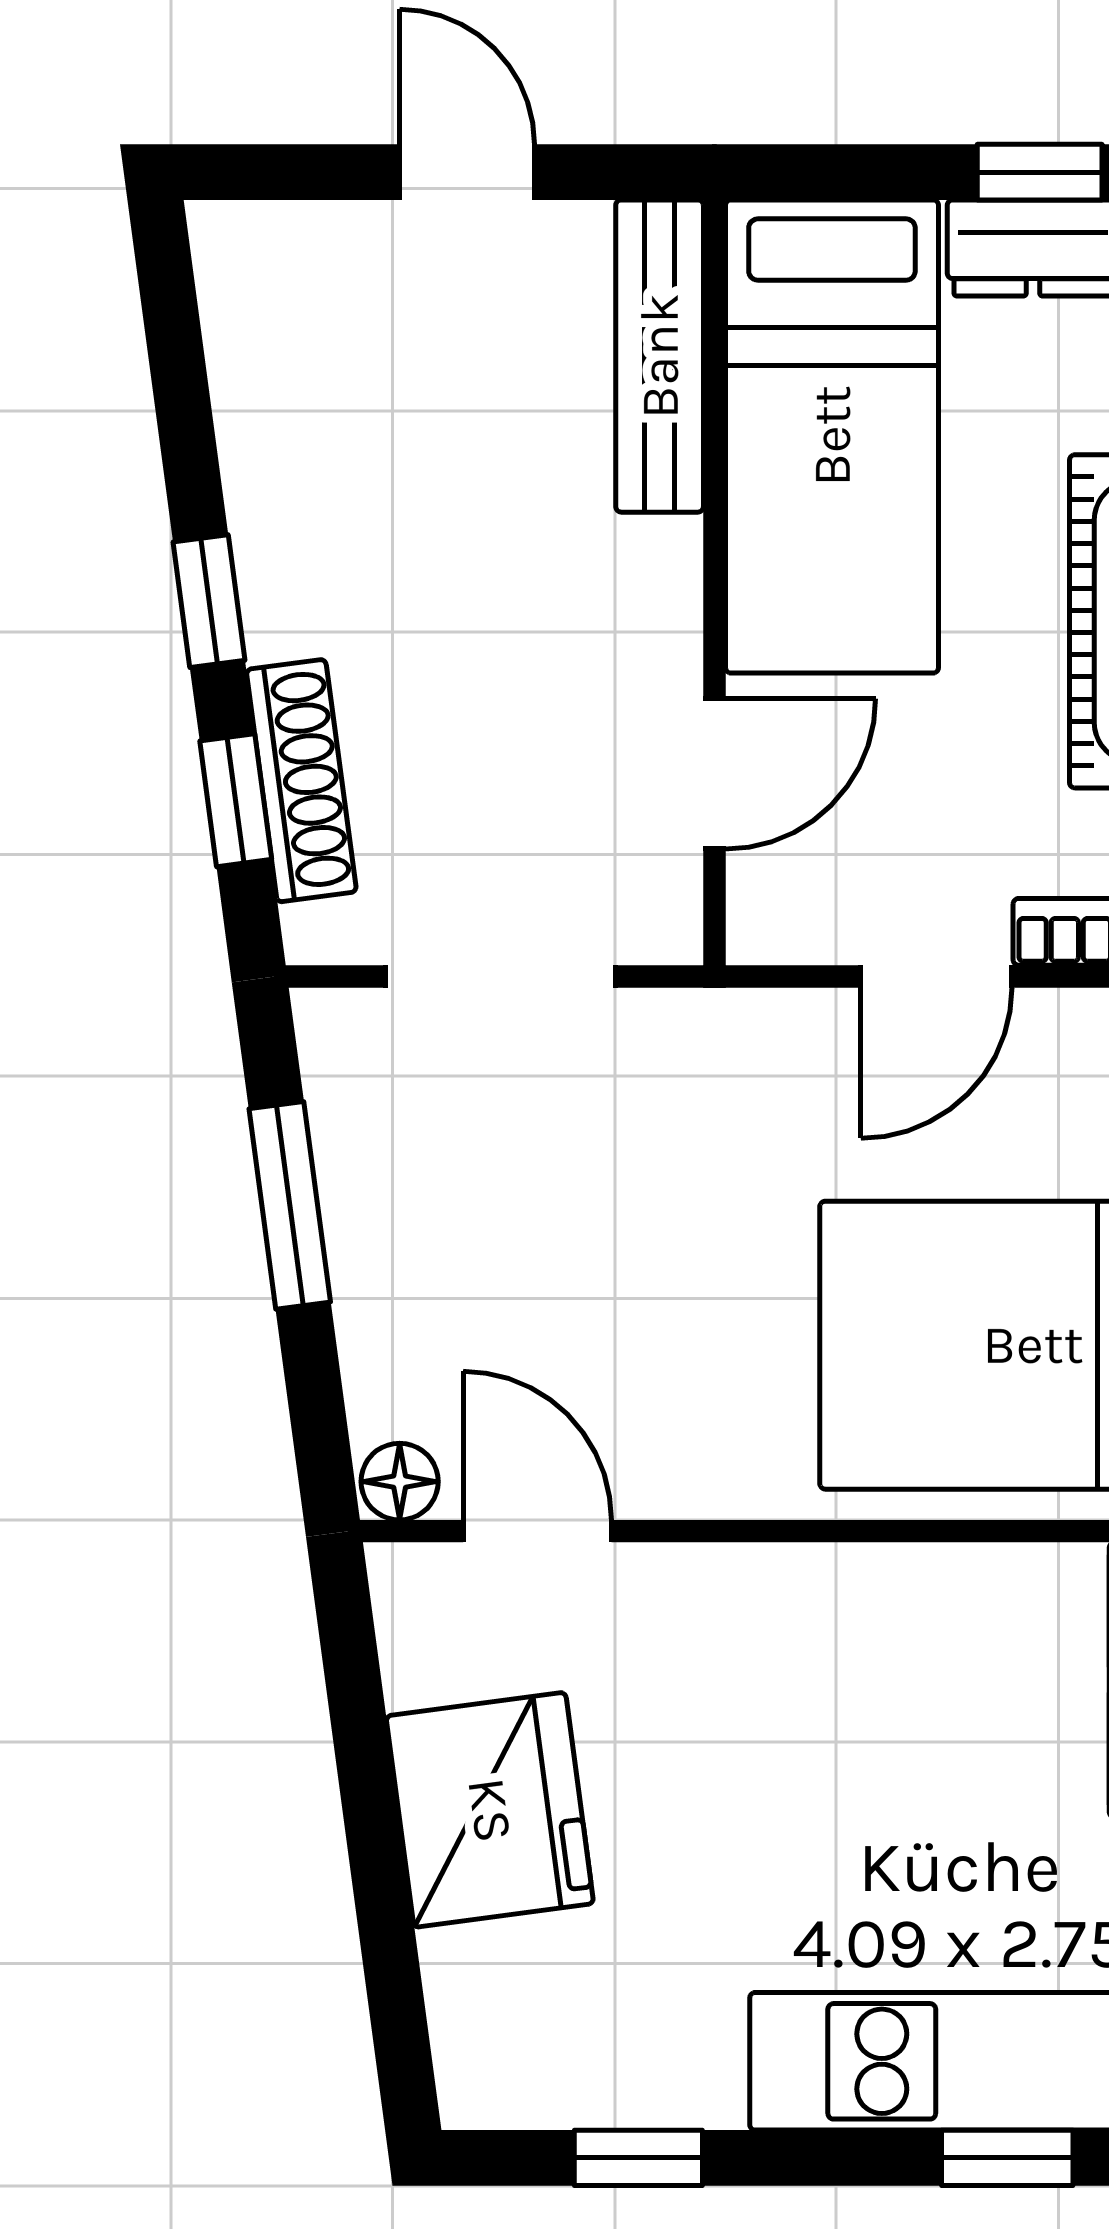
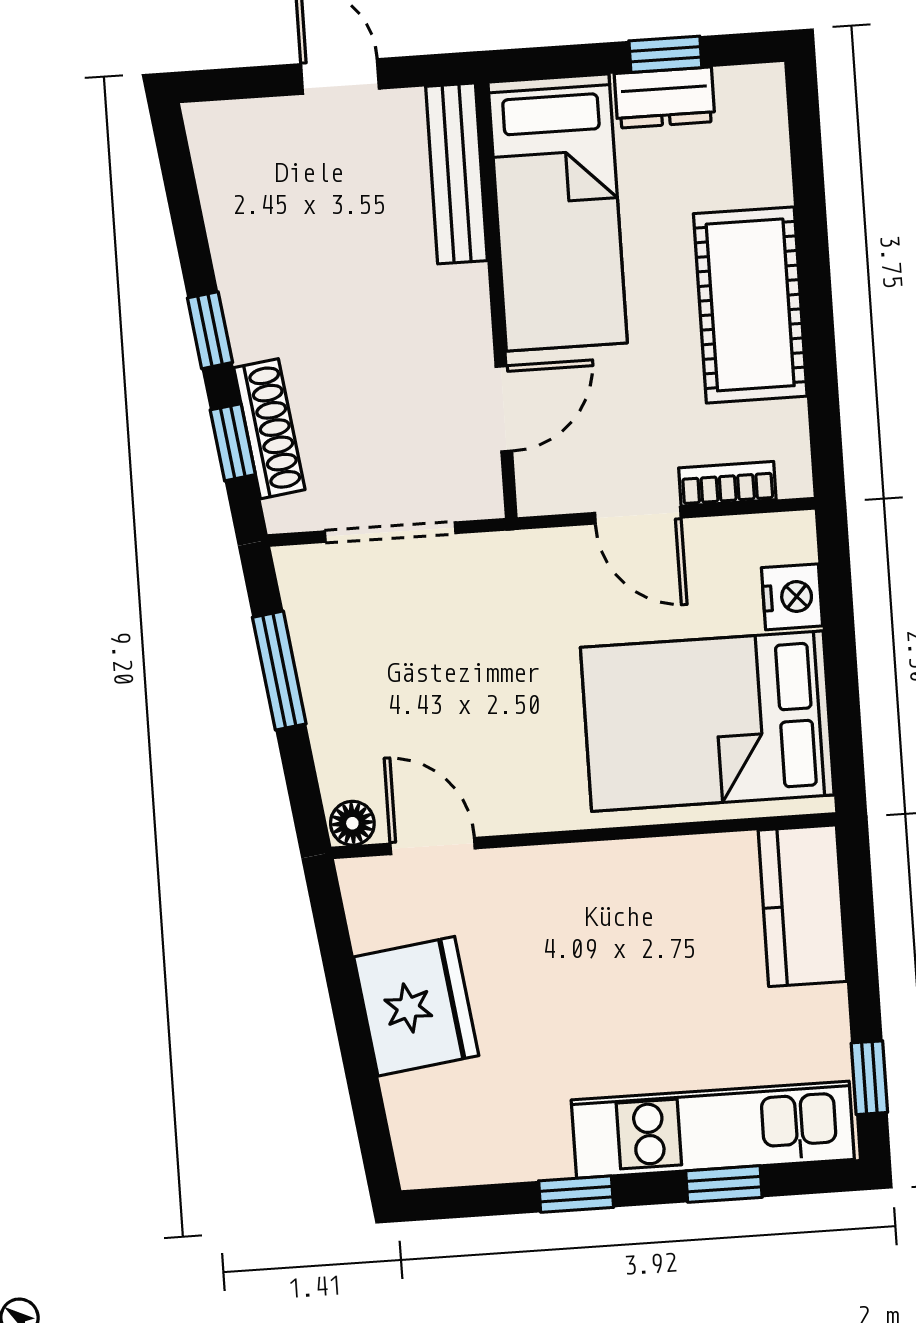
door: (936, 976) -> (638, 515), hinge flipped
window: (638, 2158) -> (576, 1194), moved

